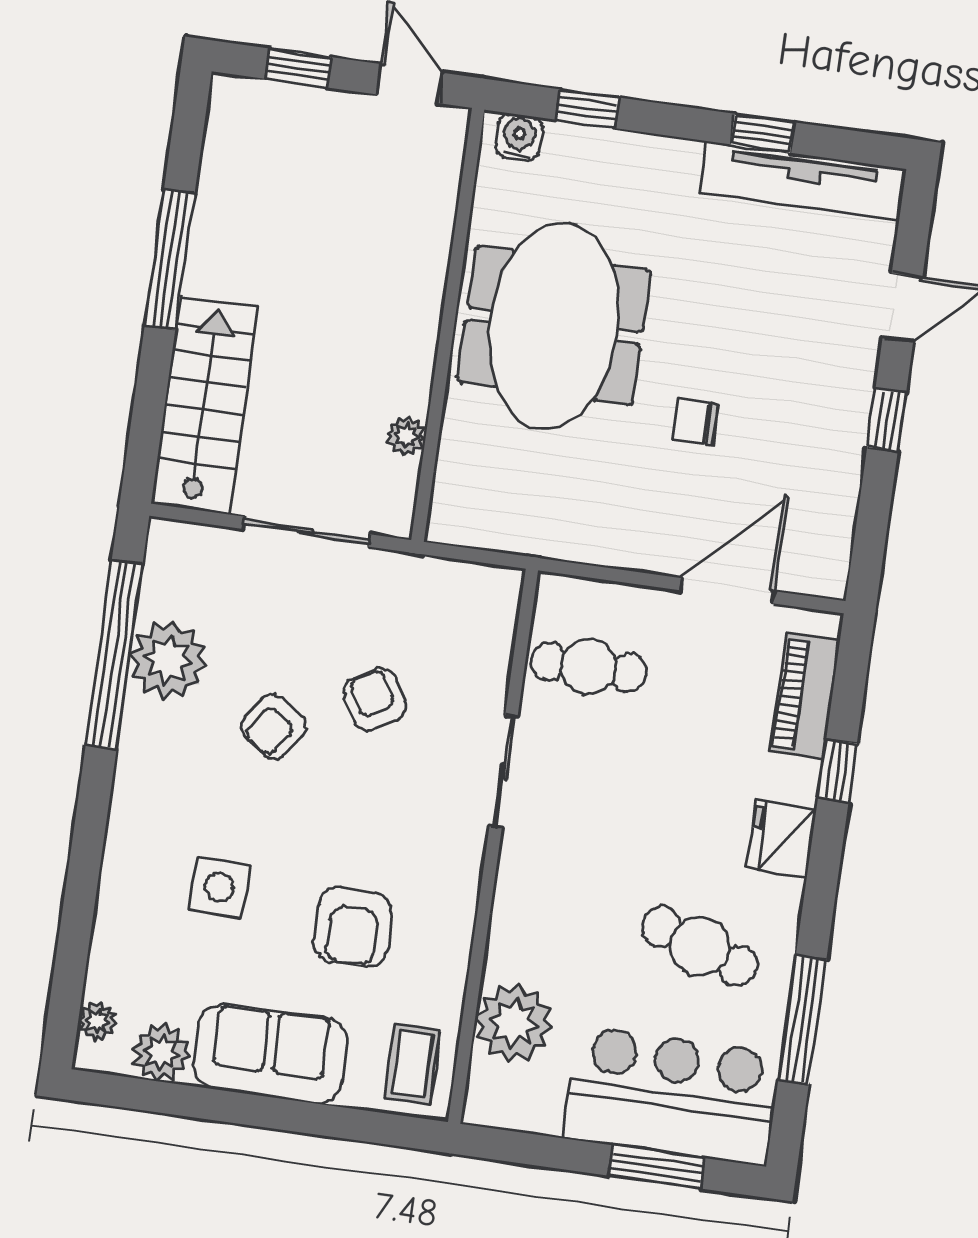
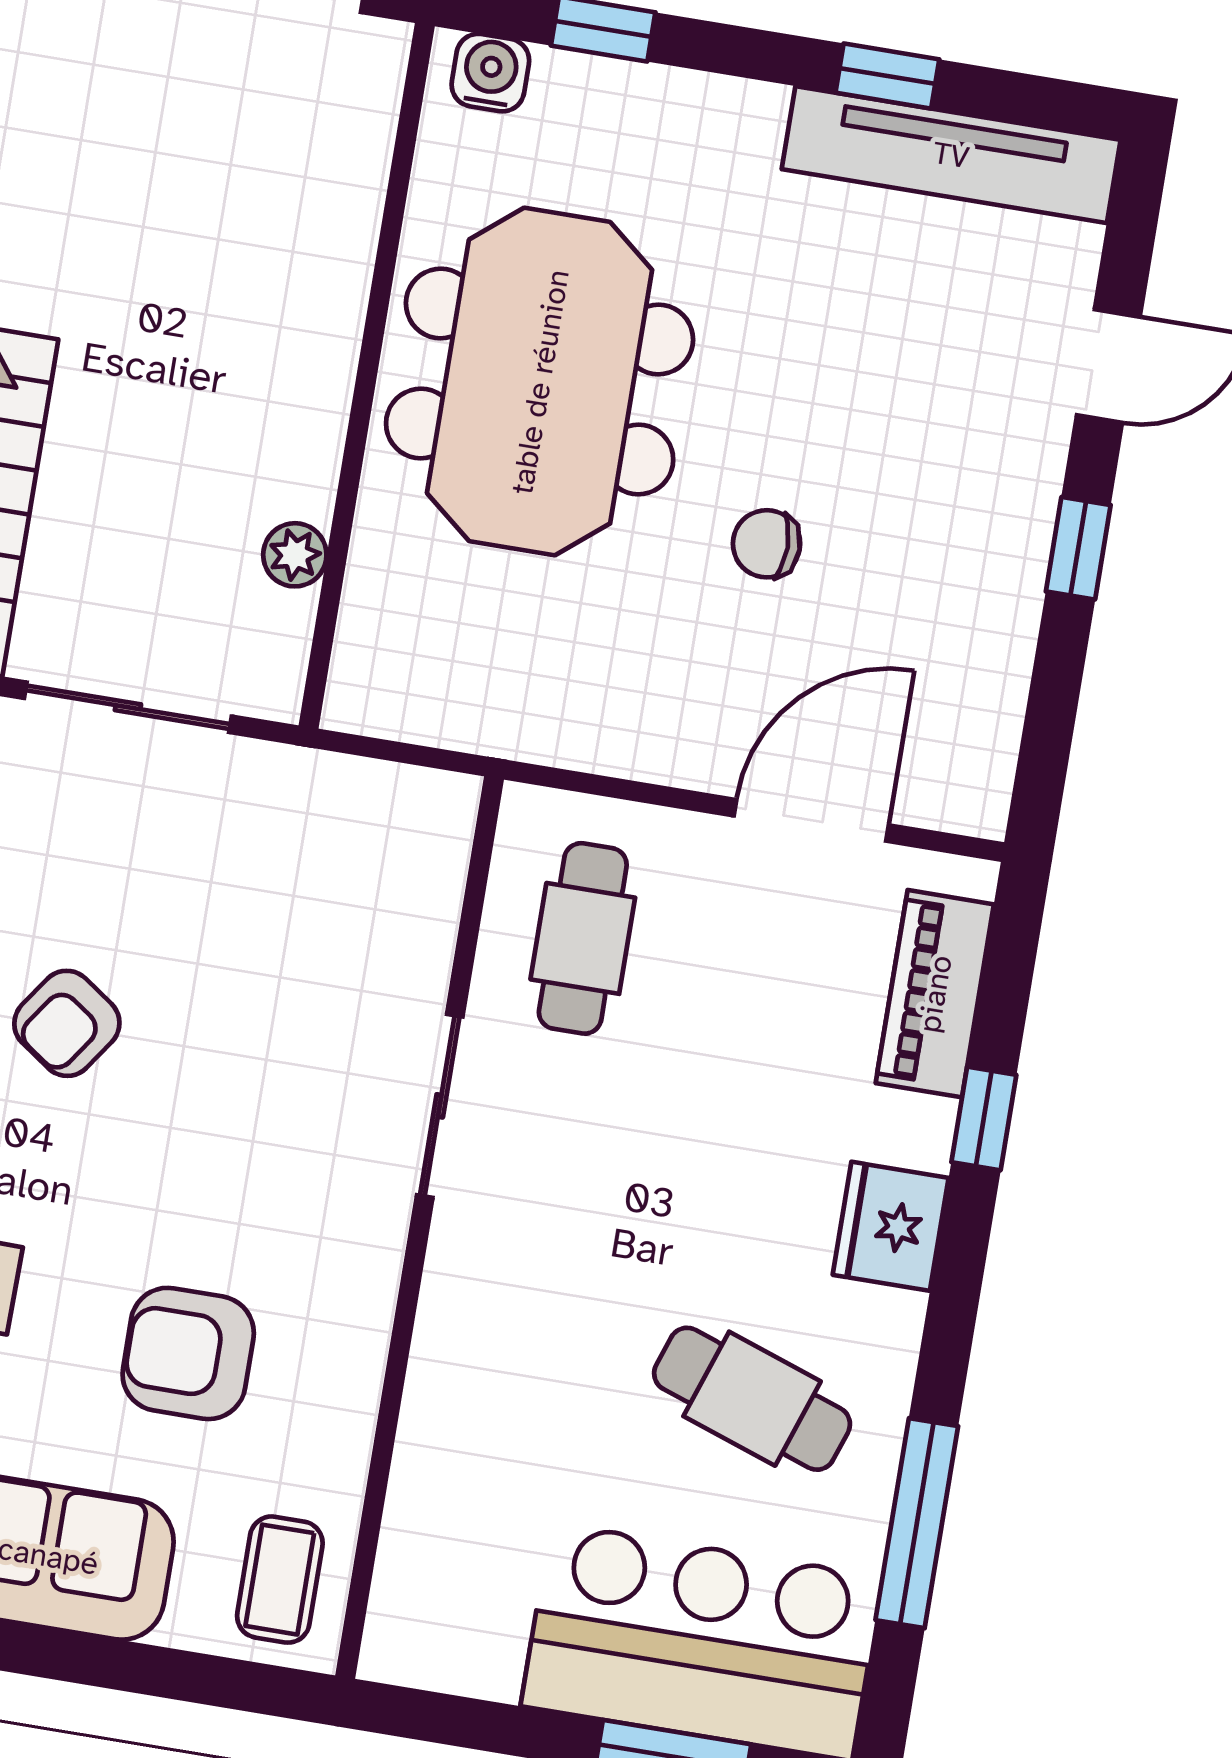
cafe table: (589, 667) -> (583, 938), turned 90
armchair: (375, 700) -> (233, 984), removed
armchair: (353, 927) -> (188, 1353), turned 90
plant: (514, 1023) -> (447, 1516), removed

